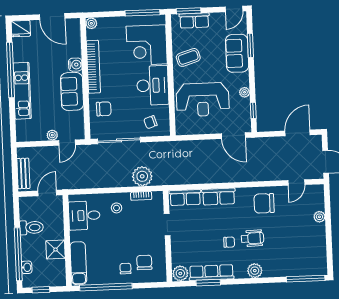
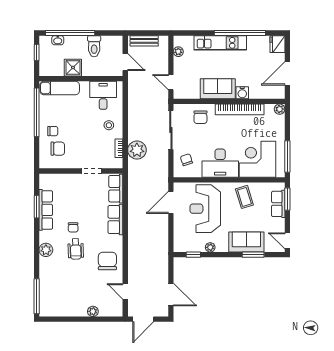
plant: (52, 135) -> (178, 52), moved
door: (233, 136) -> (171, 202), moved
plant: (180, 273) -> (46, 181), removed

